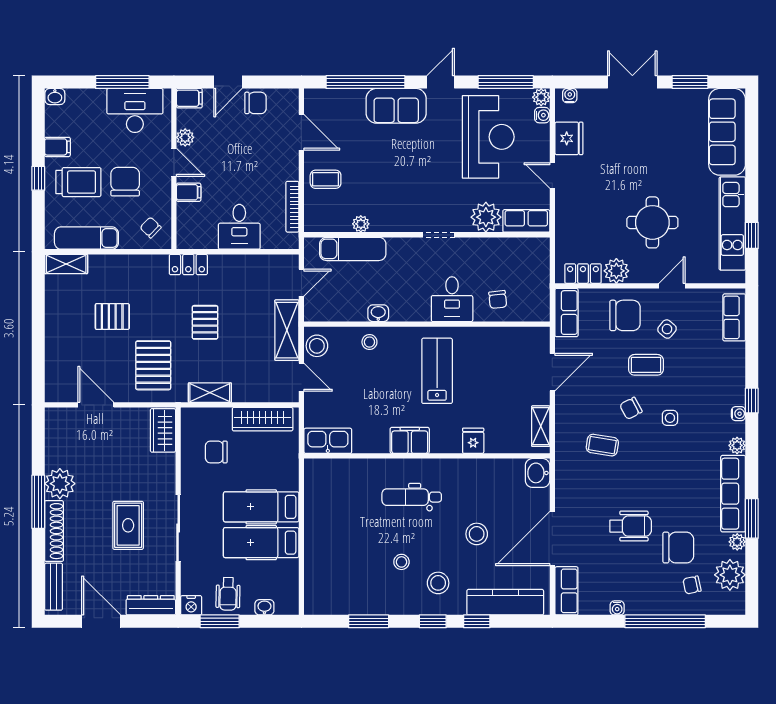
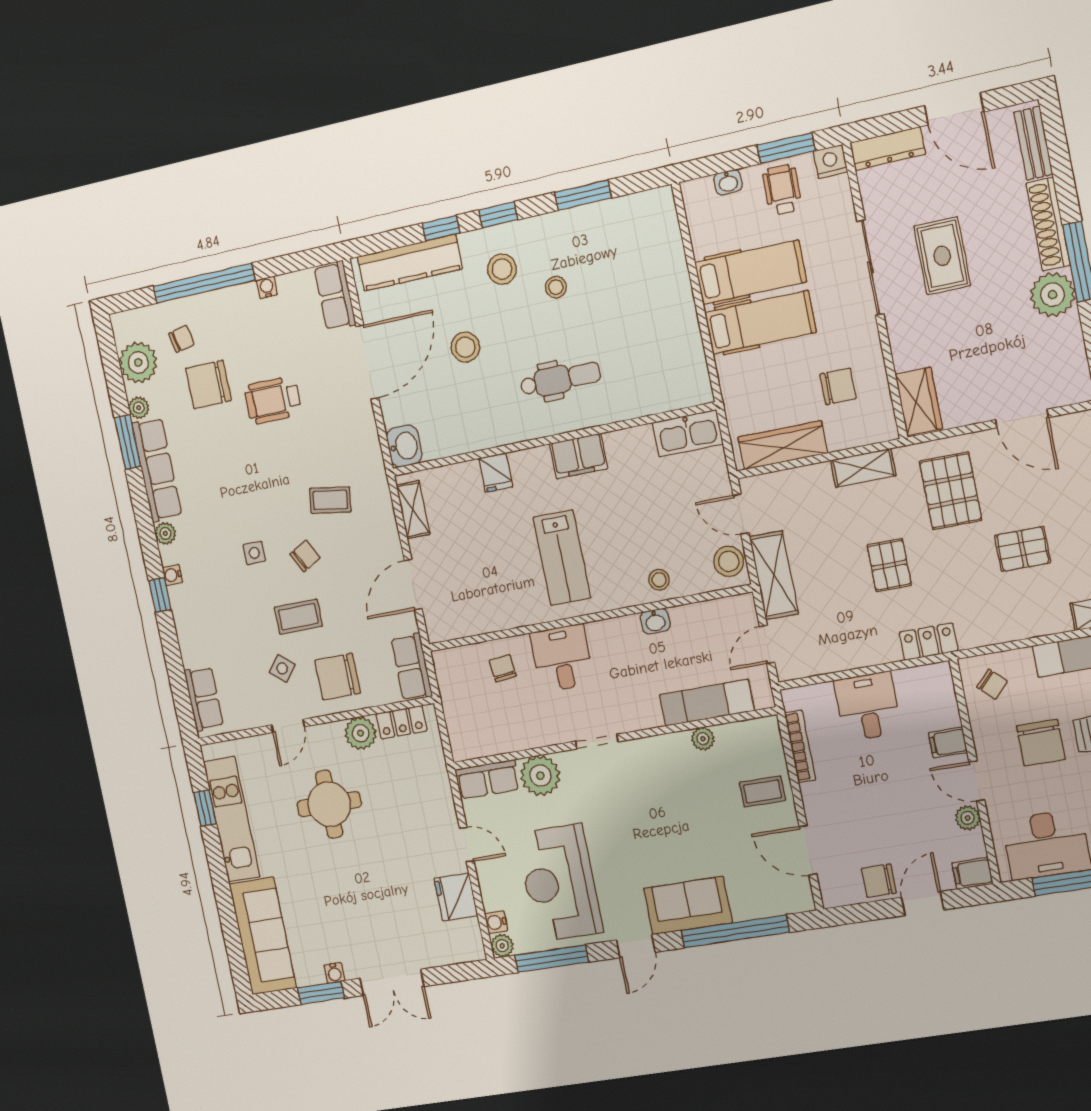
water cooler: (570, 96) -> (334, 973), moved

